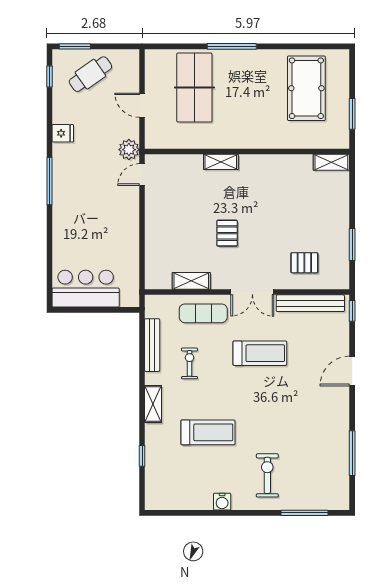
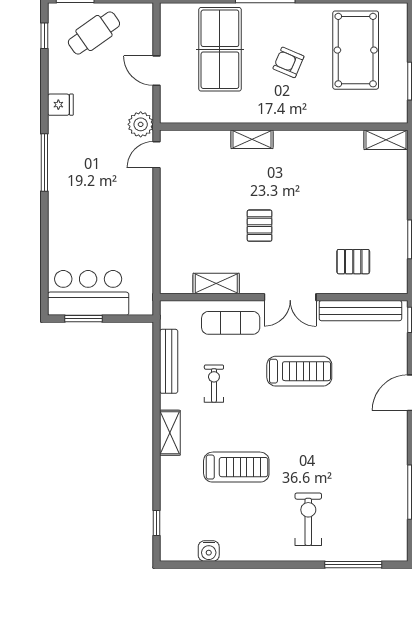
armchair: (251, 98) -> (288, 62), added
window: (82, 310) -> (84, 319), added
window: (142, 456) -> (156, 523), moved
water cooler: (222, 502) -> (209, 551), moved

